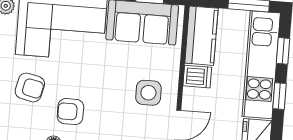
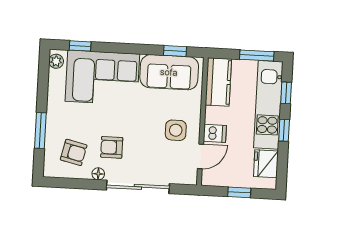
dishwasher: (197, 77) -> (215, 133), moved
armchair: (30, 87) -> (74, 152), moved

